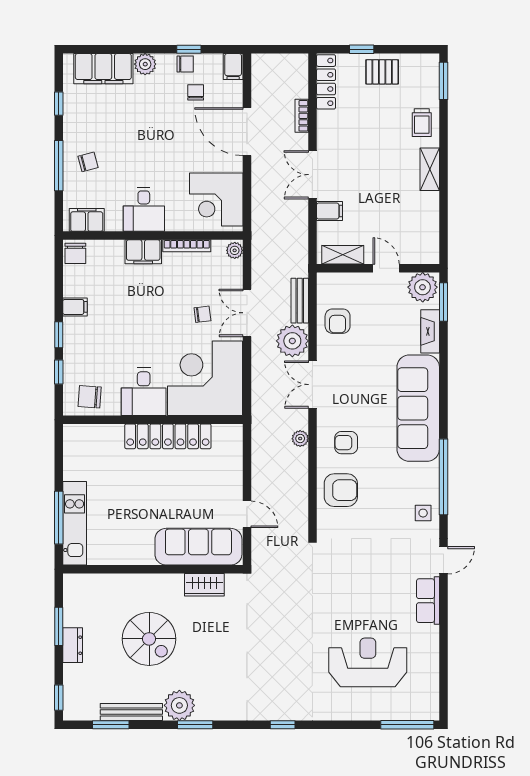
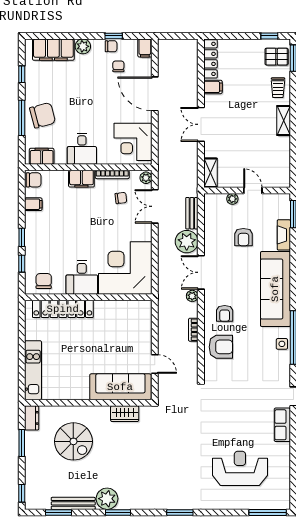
window: (362, 49) -> (269, 36), moved
pallet: (382, 72) -> (277, 57), moved
bookcase: (302, 116) -> (193, 330), moved
chair: (88, 162) -> (43, 115), width x1.87, depth x1.87
filing cabinet: (330, 211) -> (213, 87), moved
chair: (75, 253) -> (34, 180), turned -90
shelving: (343, 255) -> (210, 173), moved, turned 90
plant: (423, 287) -> (232, 199), moved, width x0.53, depth x0.53
filing cabinet: (75, 307) -> (33, 204), moved
double door: (247, 313) -> (155, 206), moved
chair: (202, 314) -> (121, 198), moved
armchair: (338, 321) -> (243, 237), moved
chair: (90, 397) -> (44, 281), turned 86
locker: (168, 436) -> (63, 309), moved
plant: (300, 439) -> (192, 296), moved
armchair: (346, 443) -> (225, 313), turned -90
side table: (423, 513) -> (282, 344), moved
window: (59, 518) -> (22, 366), removed
spiral stairs: (149, 639) -> (73, 441), moved
dresser: (73, 645) -> (32, 418), moved
window: (283, 725) -> (180, 512), width x1.50

